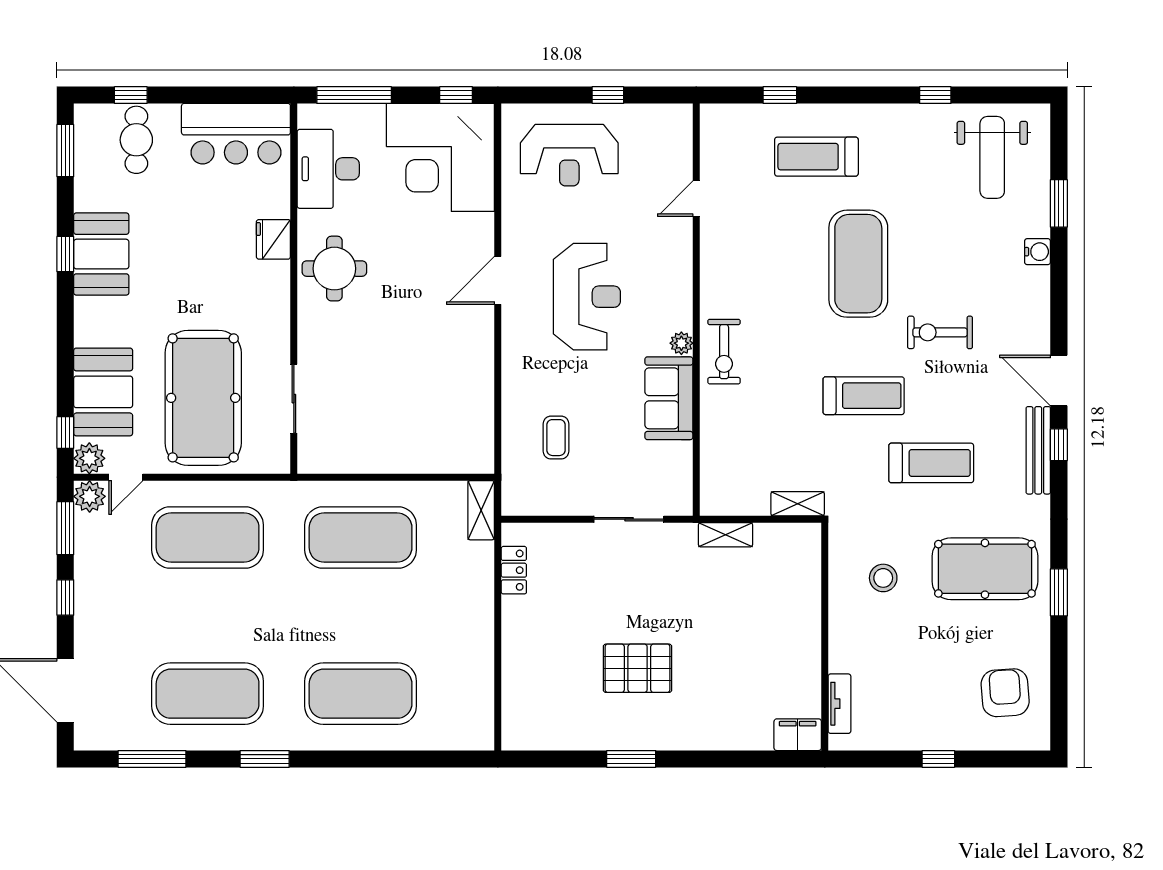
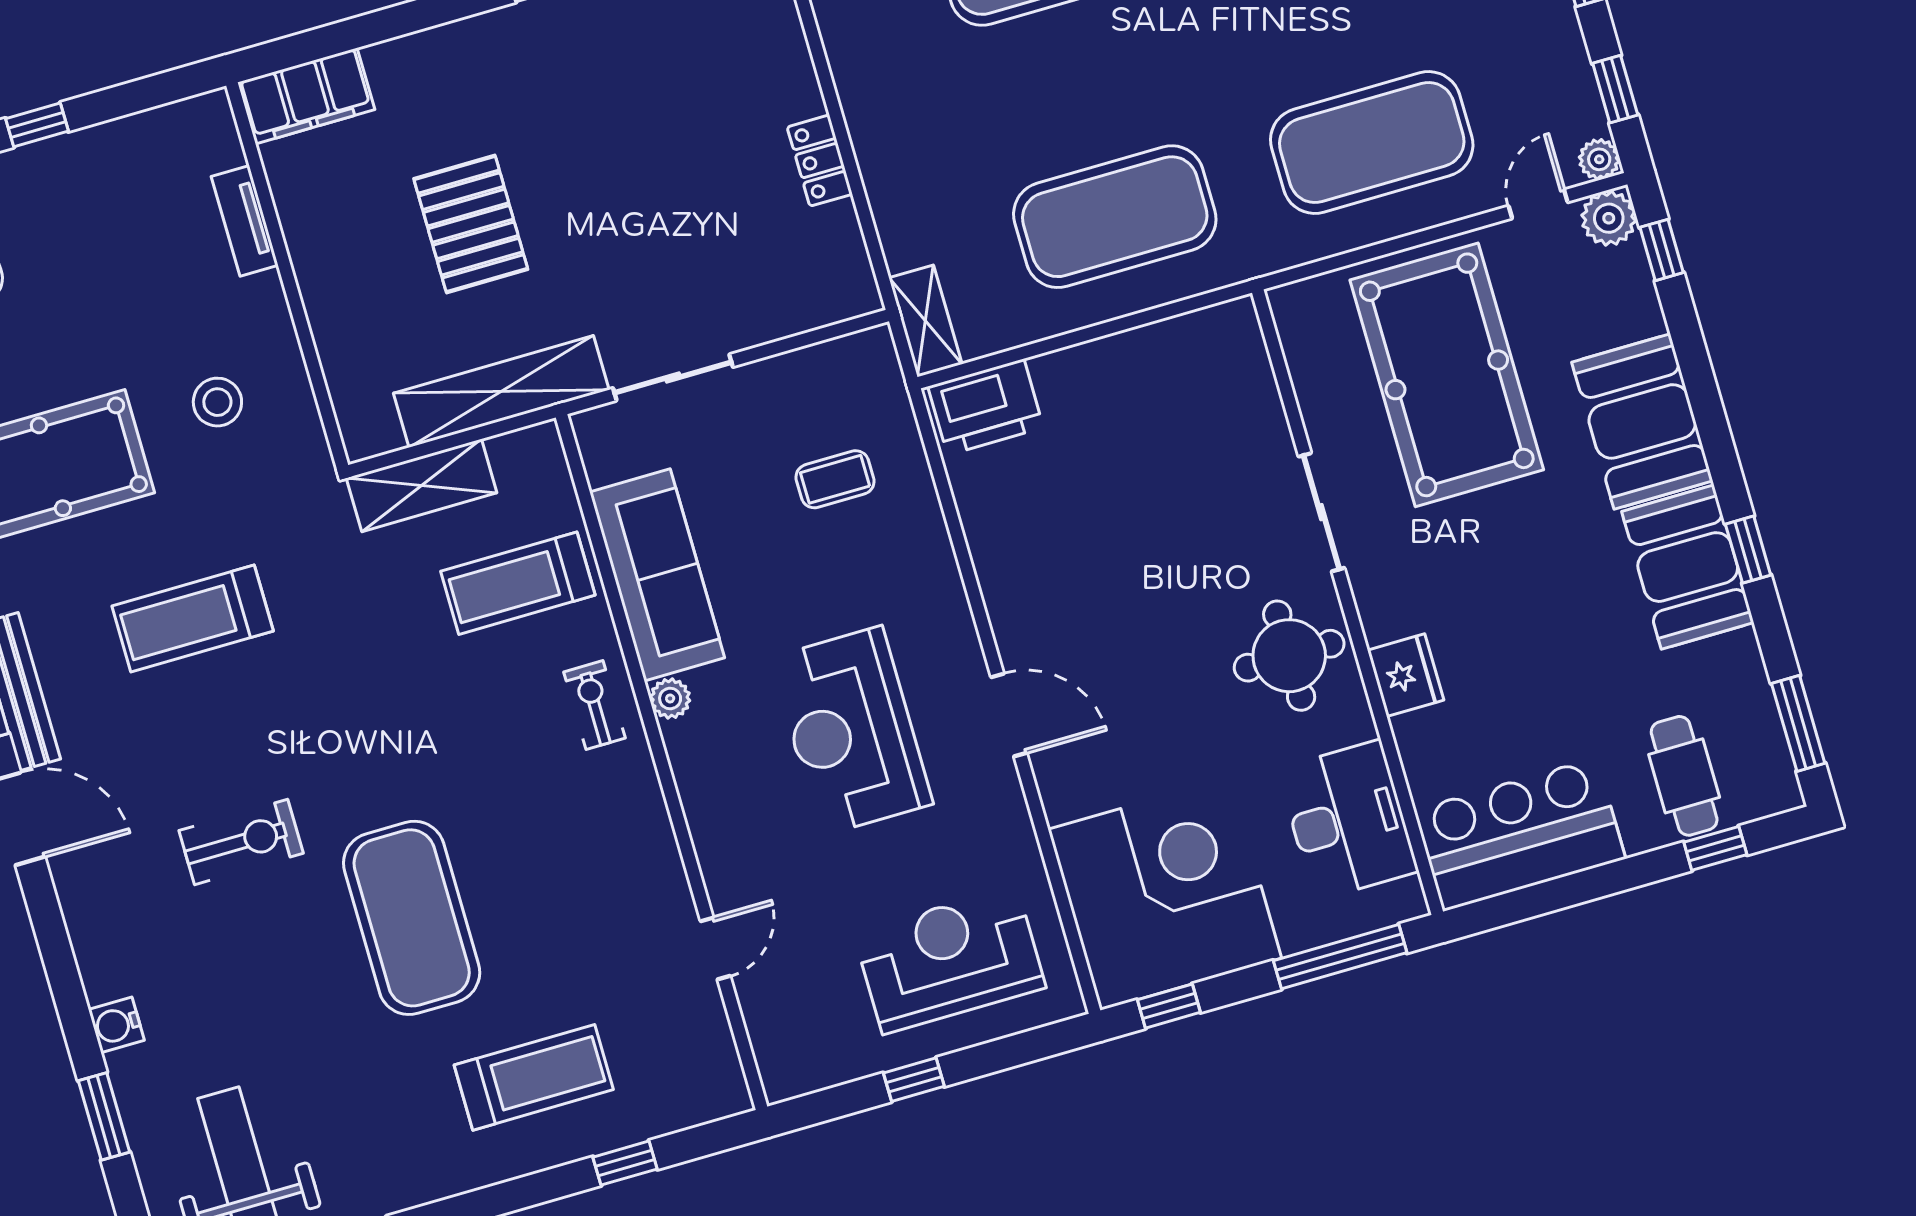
door: (498, 280) -> (1009, 715), hinge flipped
exercise bike: (724, 352) -> (594, 705), width x0.73, depth x0.72
booth: (103, 392) -> (1642, 421), moved
treadmill: (864, 396) -> (518, 583), moved
sofa: (669, 398) -> (657, 575), width x1.36
sliding door: (294, 399) -> (1321, 512), moved
coffee table: (556, 438) -> (835, 479), turned 90
printer: (462, 453) -> (986, 407), added
plant: (90, 496) -> (1599, 159), width x0.73, depth x0.73
shelving: (798, 504) -> (422, 485), width x1.50, depth x1.33
window: (65, 528) -> (1615, 89), width x0.67
shelving: (726, 535) -> (501, 391), width x2.20, depth x1.33
locker: (514, 570) -> (820, 161), moved
pallet: (638, 668) -> (471, 224), moved, turned 90
tv unit: (839, 704) -> (245, 221), moved
filing cabinet: (798, 735) -> (306, 96), width x1.50, depth x1.17

